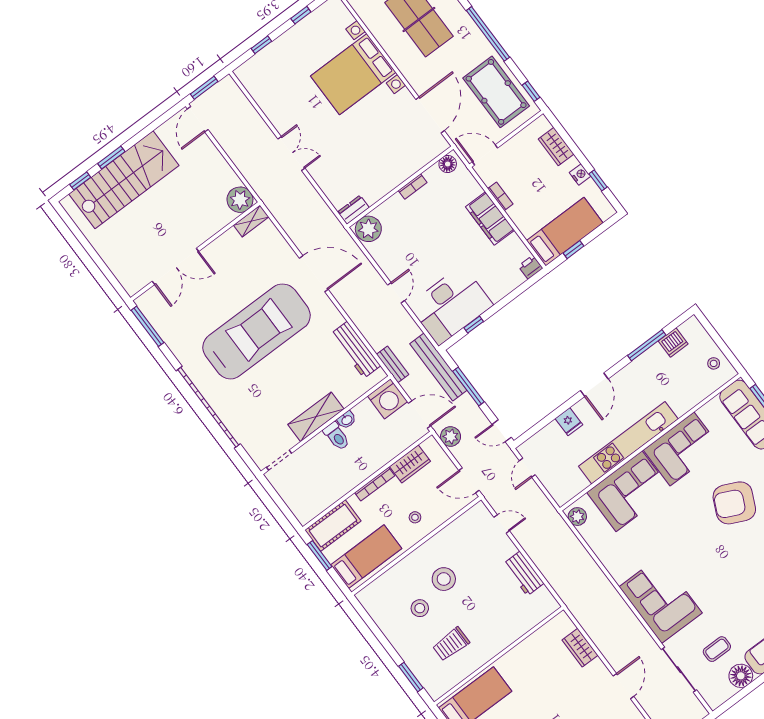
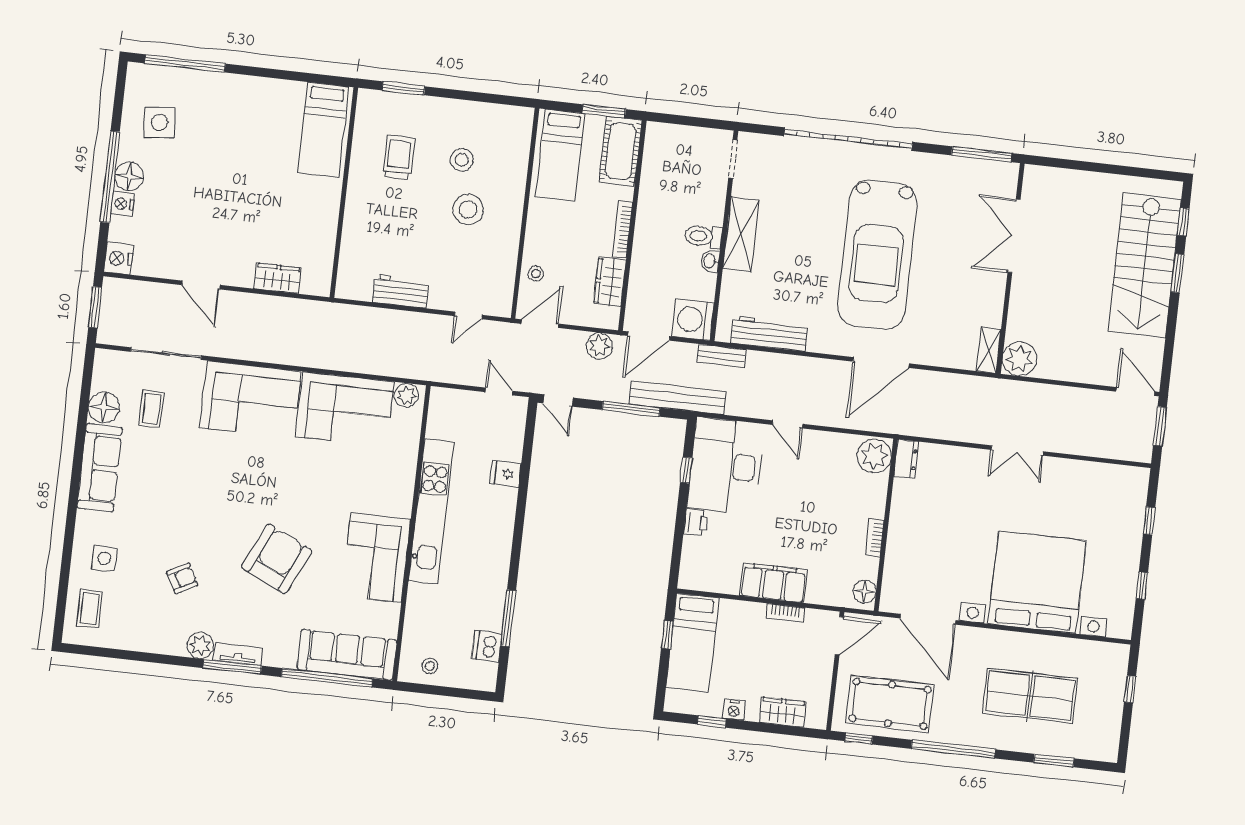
bed with nightstands: (353, 74) -> (1037, 582), width x1.36
printer: (530, 267) -> (696, 523), moved
door: (594, 385) -> (518, 532), removed
door: (502, 431) -> (558, 400), swing flipped
corner sofa: (629, 491) -> (345, 409), moved, turned -90
stool: (415, 517) -> (536, 274), moved

